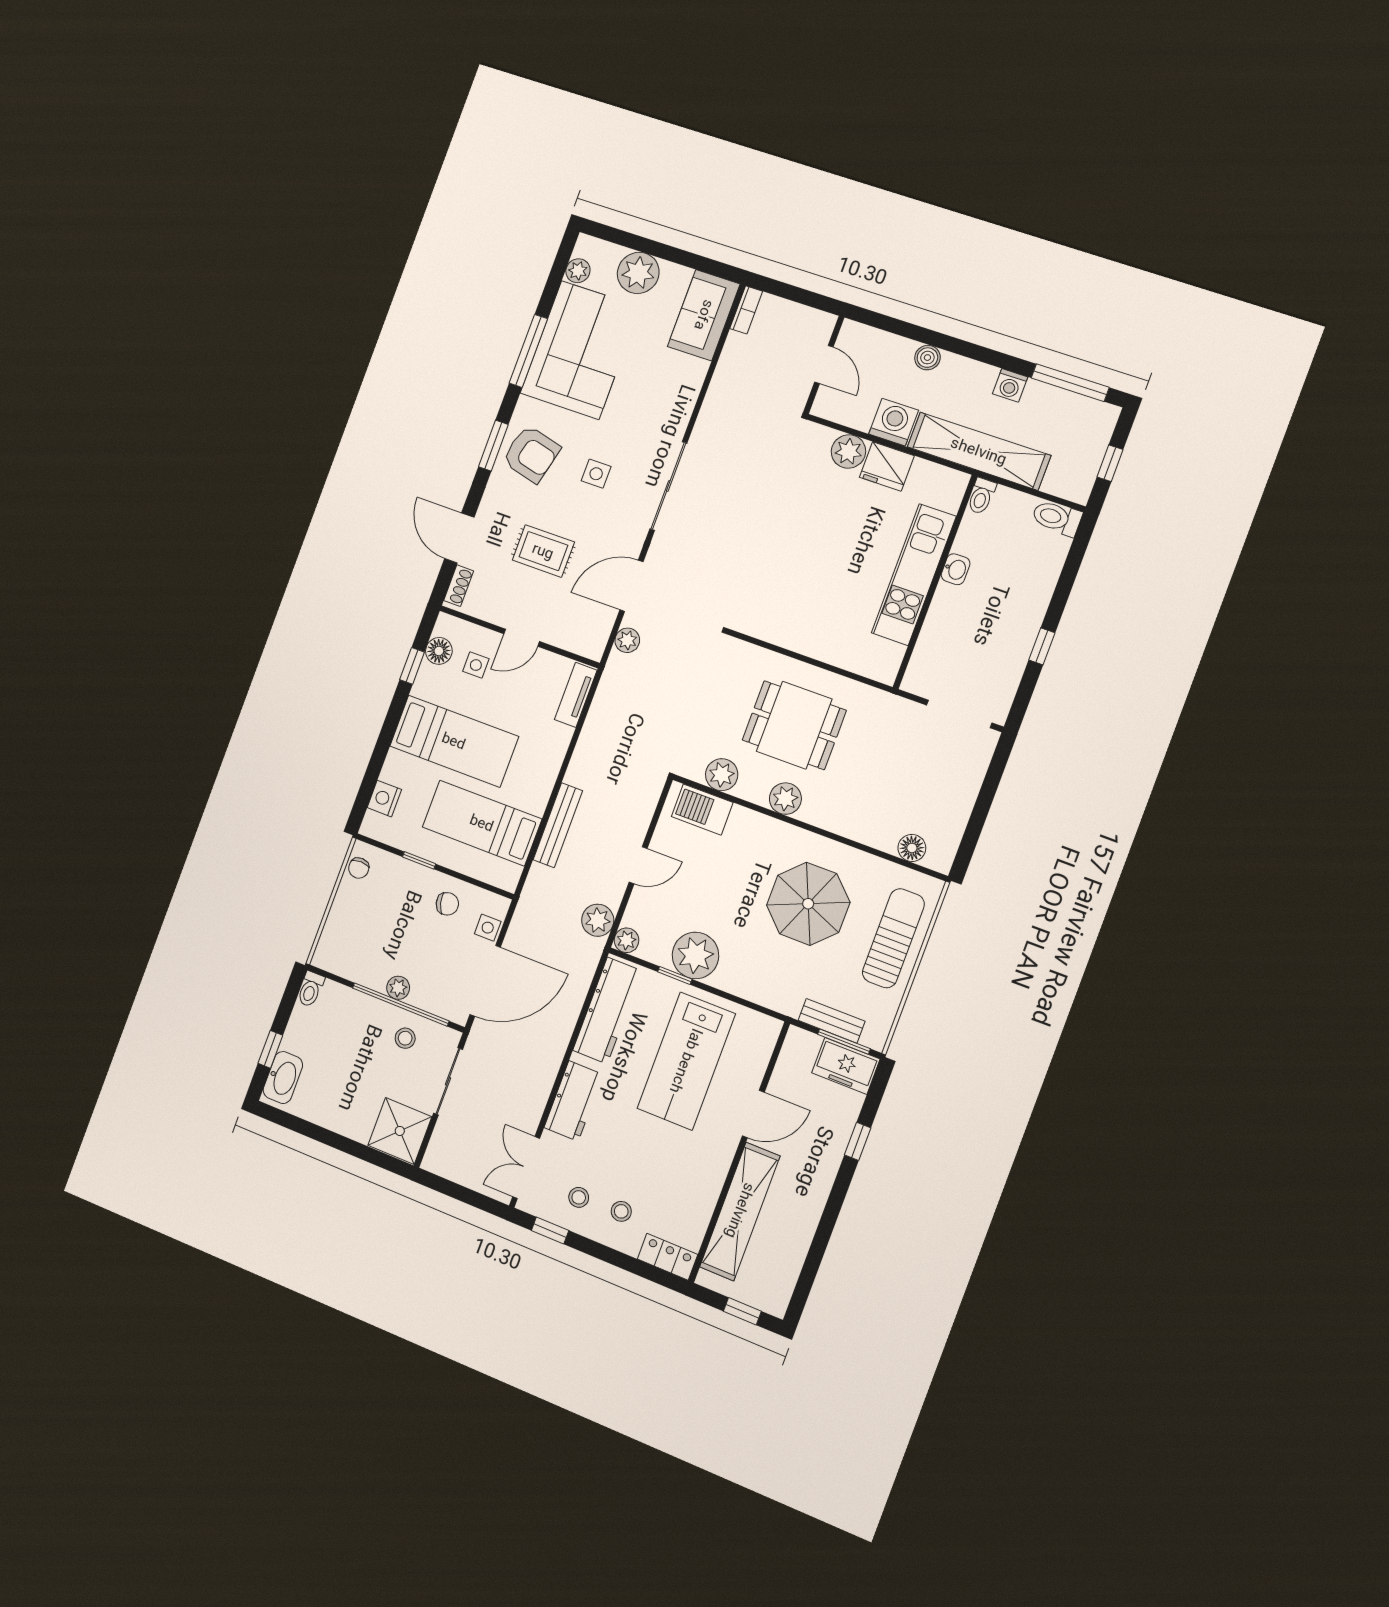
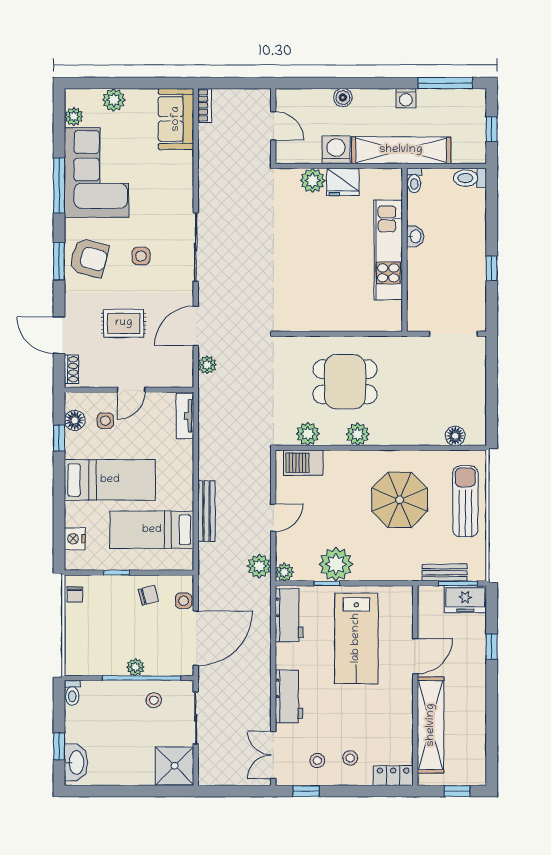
plant: (638, 273) -> (114, 100), width x0.73, depth x0.73
workbench: (607, 1011) -> (289, 615), width x0.73

